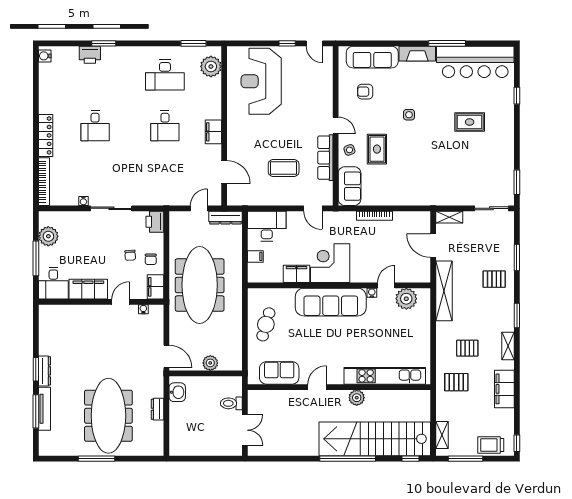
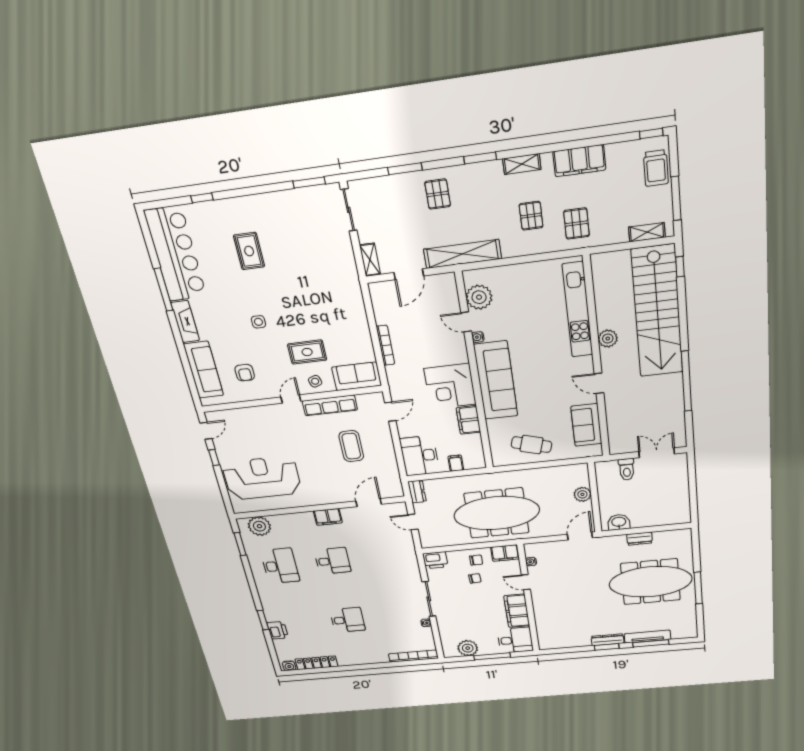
reception desk: (261, 81) -> (262, 478), turned 180
locker: (46, 135) -> (317, 663), moved
dresser: (225, 218) -> (417, 492), width x0.70
window: (348, 459) -> (686, 381), moved

